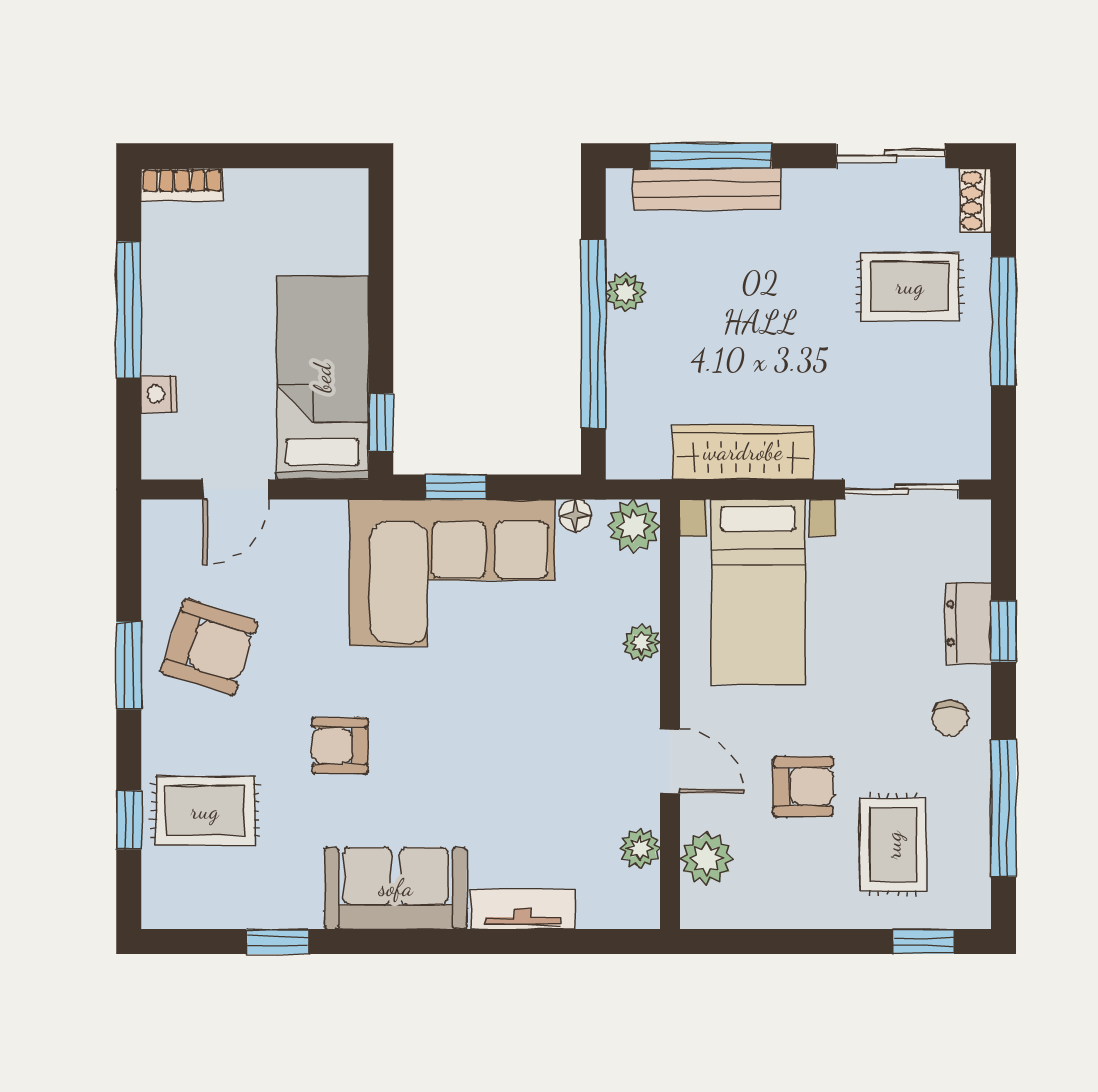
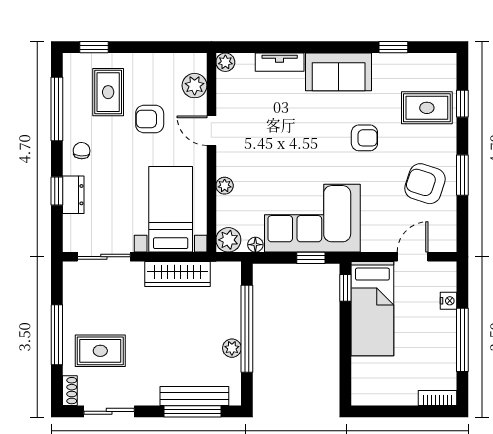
plant: (640, 848) -> (225, 62), moved

